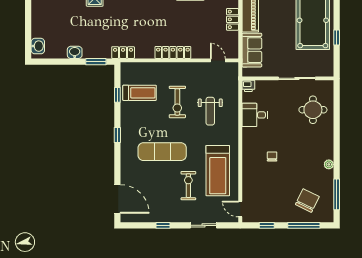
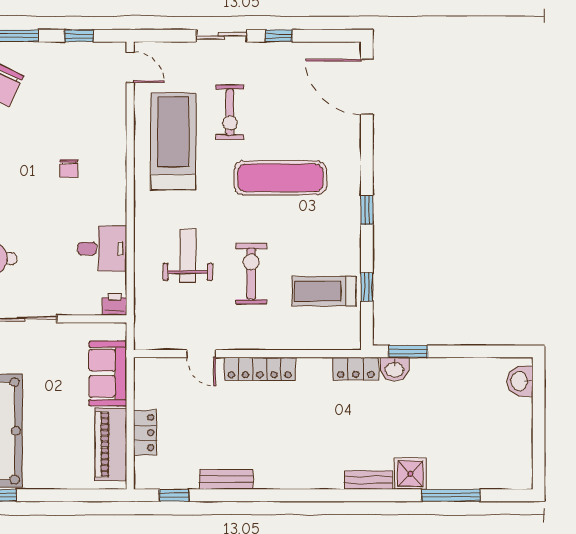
washbasin: (75, 52) -> (395, 369), moved
door: (218, 60) -> (201, 354), moved
sliding door: (204, 225) -> (222, 36), moved

